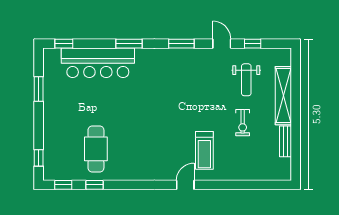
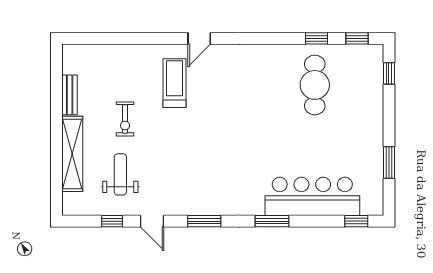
exercise bike: (243, 123) -> (125, 119), turned 180

